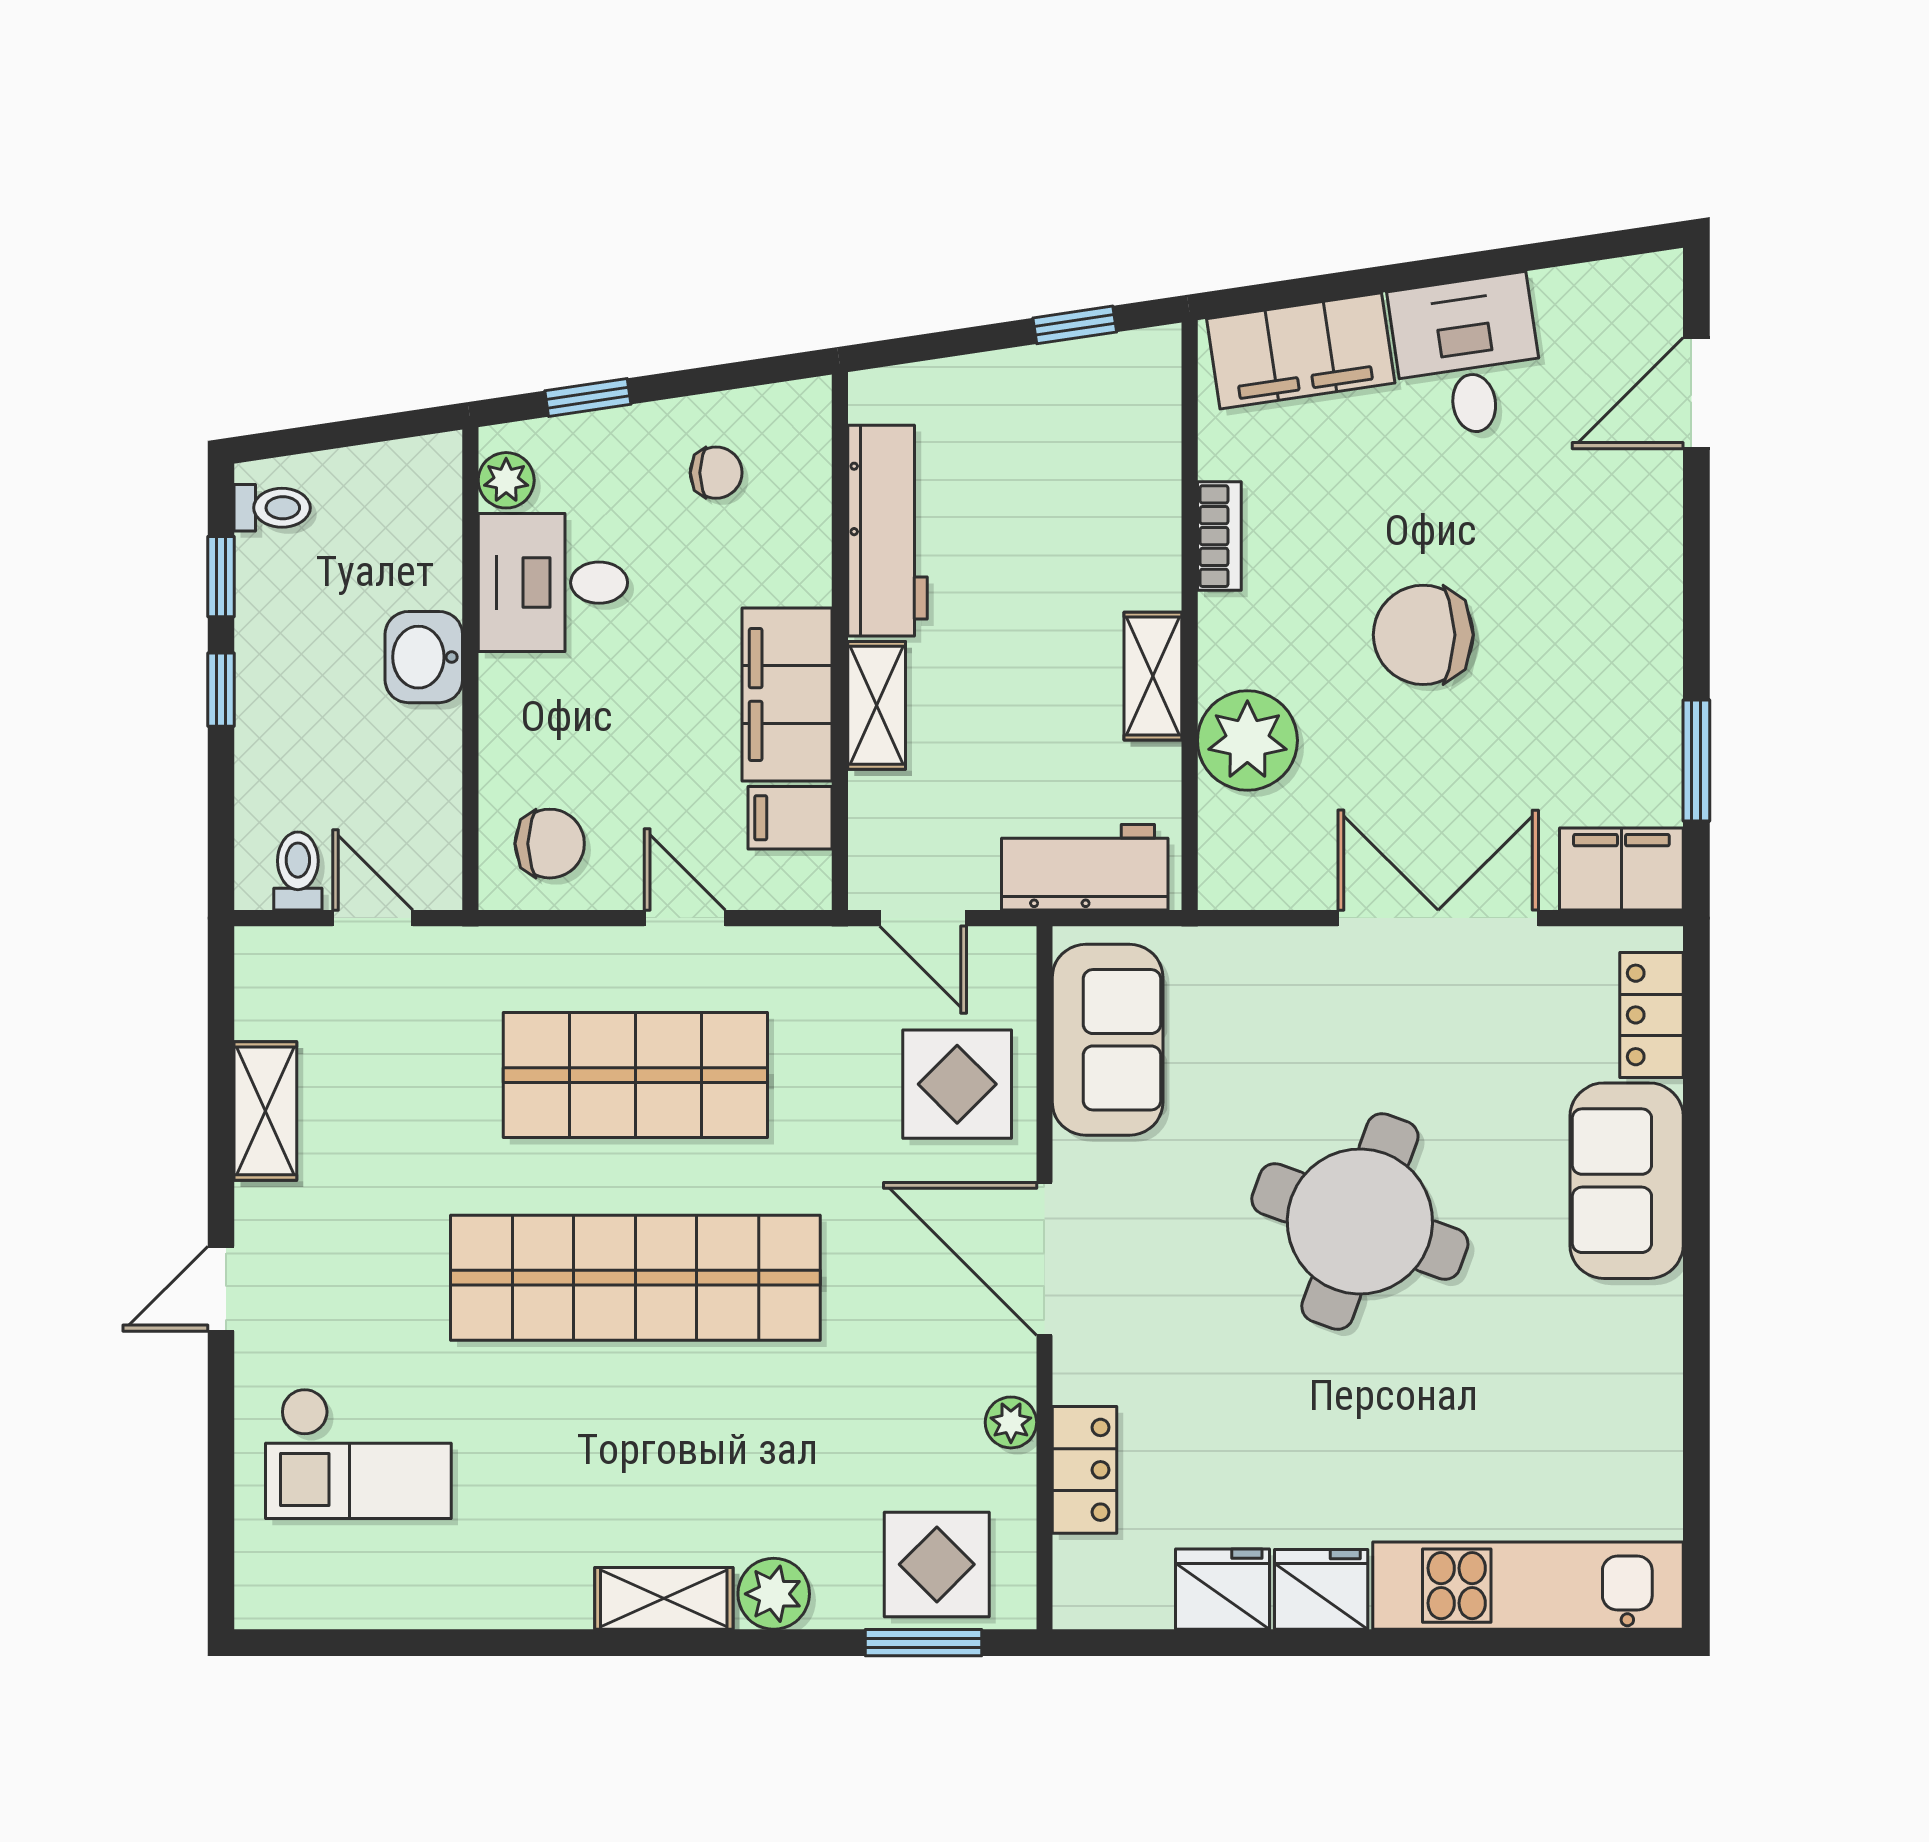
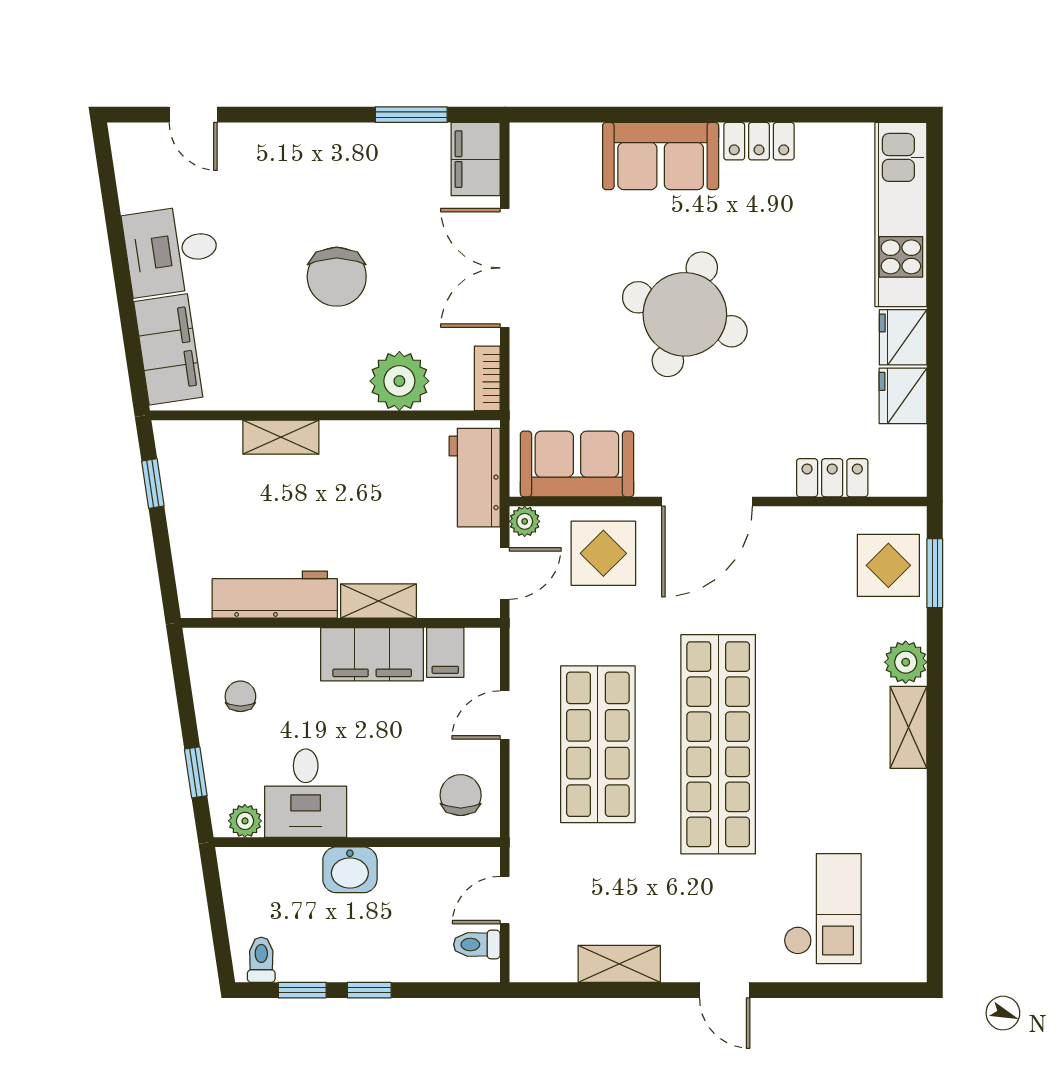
door: (1696, 393) -> (193, 115), width x0.73
bookcase: (1219, 536) -> (487, 378), moved, turned -90
shelving: (1153, 676) -> (281, 437), moved
locker: (1652, 1015) -> (759, 141), moved
plant: (1011, 1422) -> (525, 521), moved

